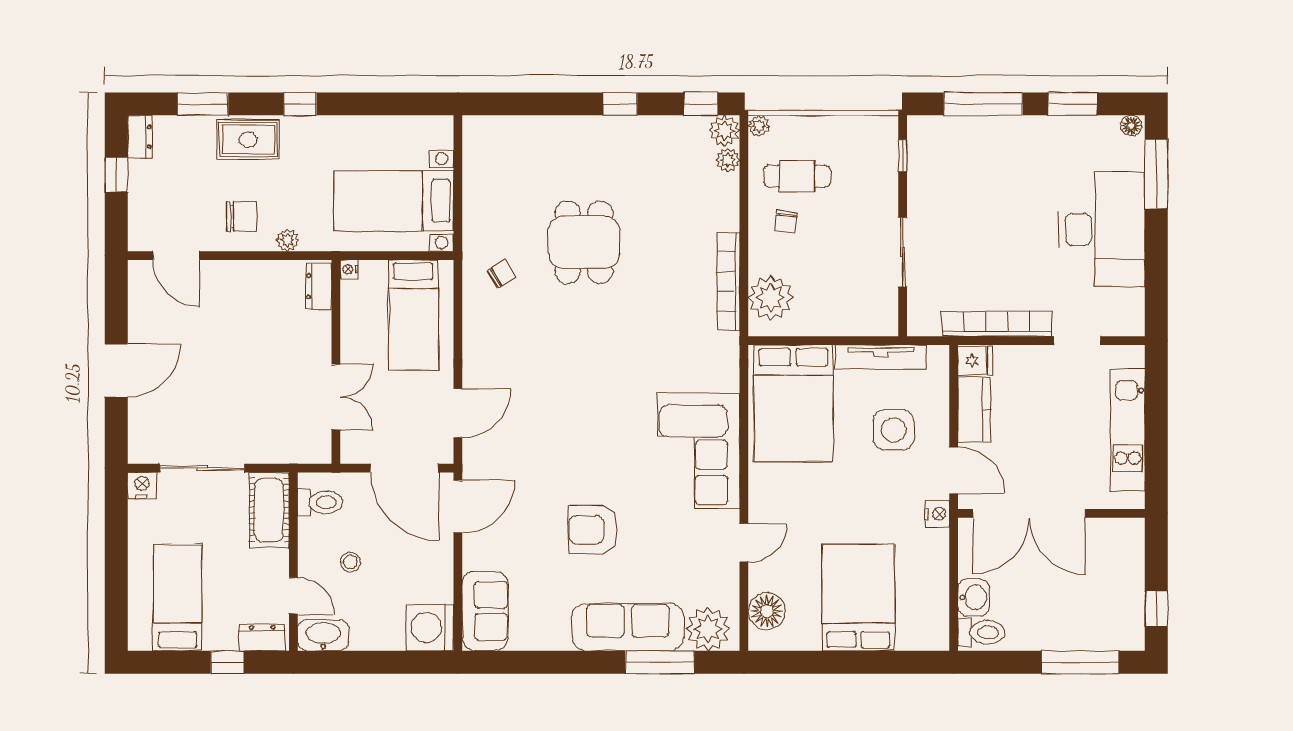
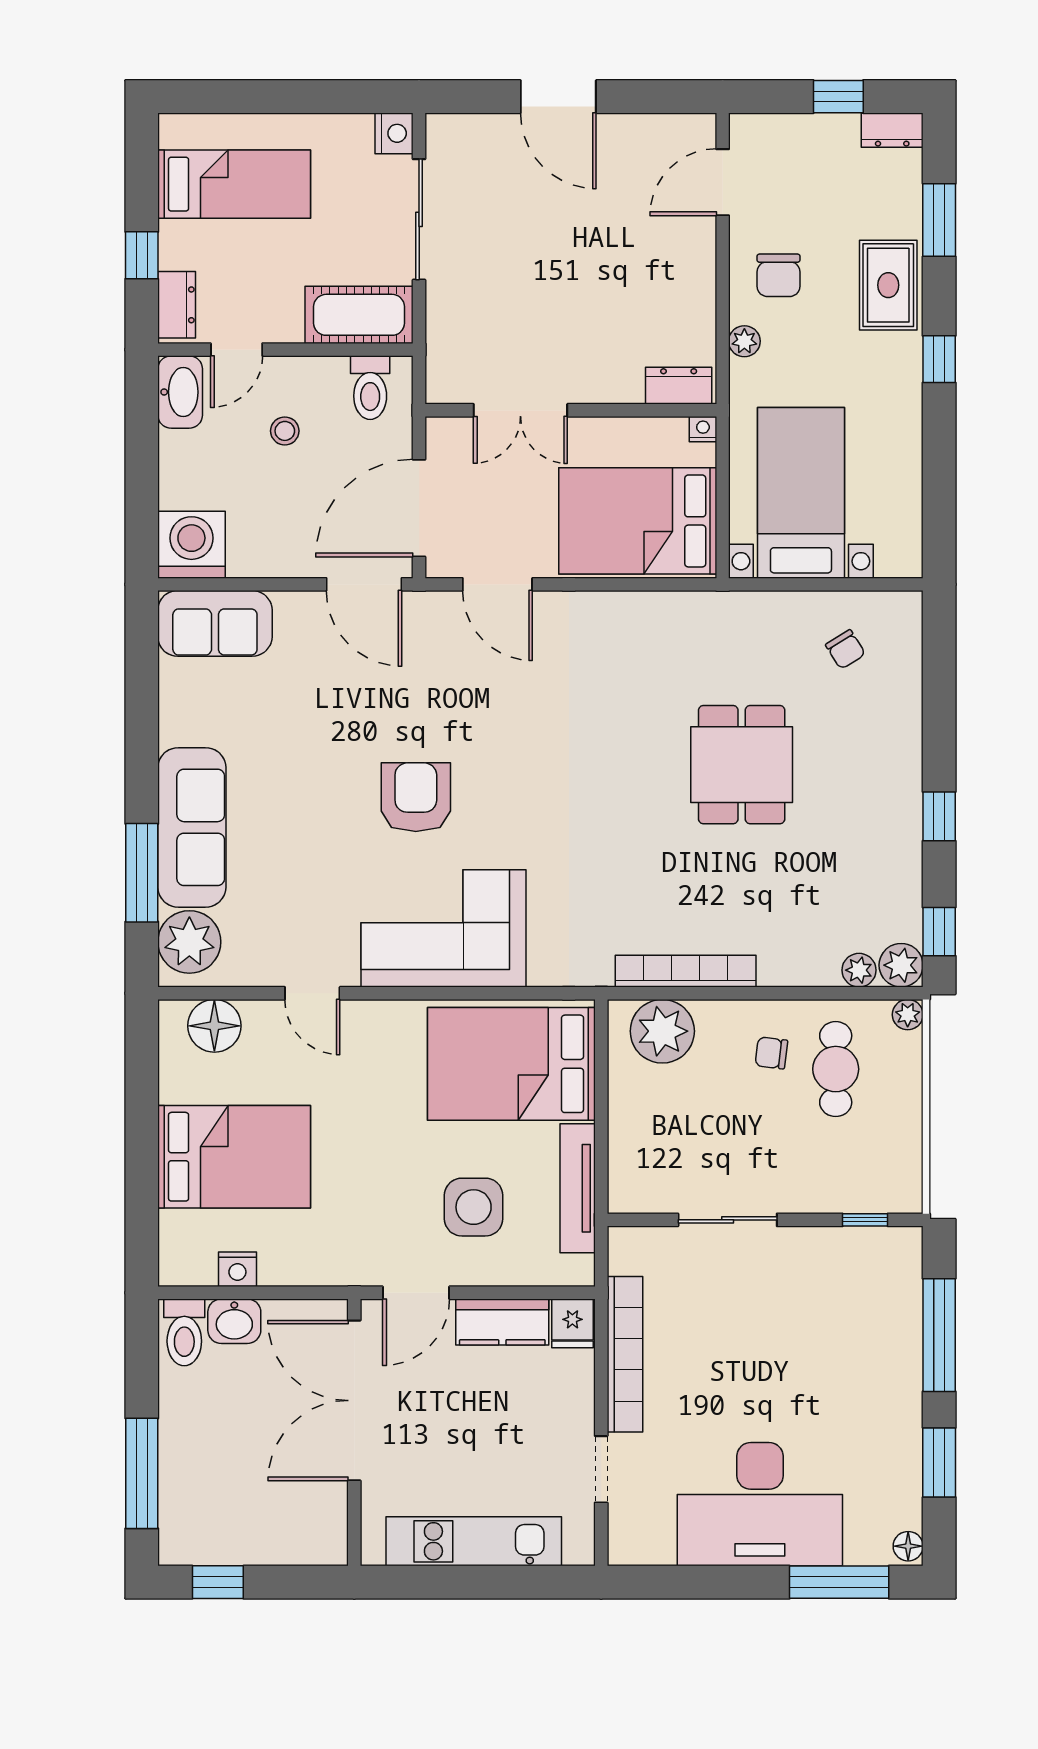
dining table: (584, 242) -> (742, 765), turned 90
chair: (502, 274) -> (845, 649), moved
bed: (413, 315) -> (638, 521), width x1.50
nightstand: (937, 514) -> (237, 1269), moved
armchair: (593, 530) -> (416, 797), moved

